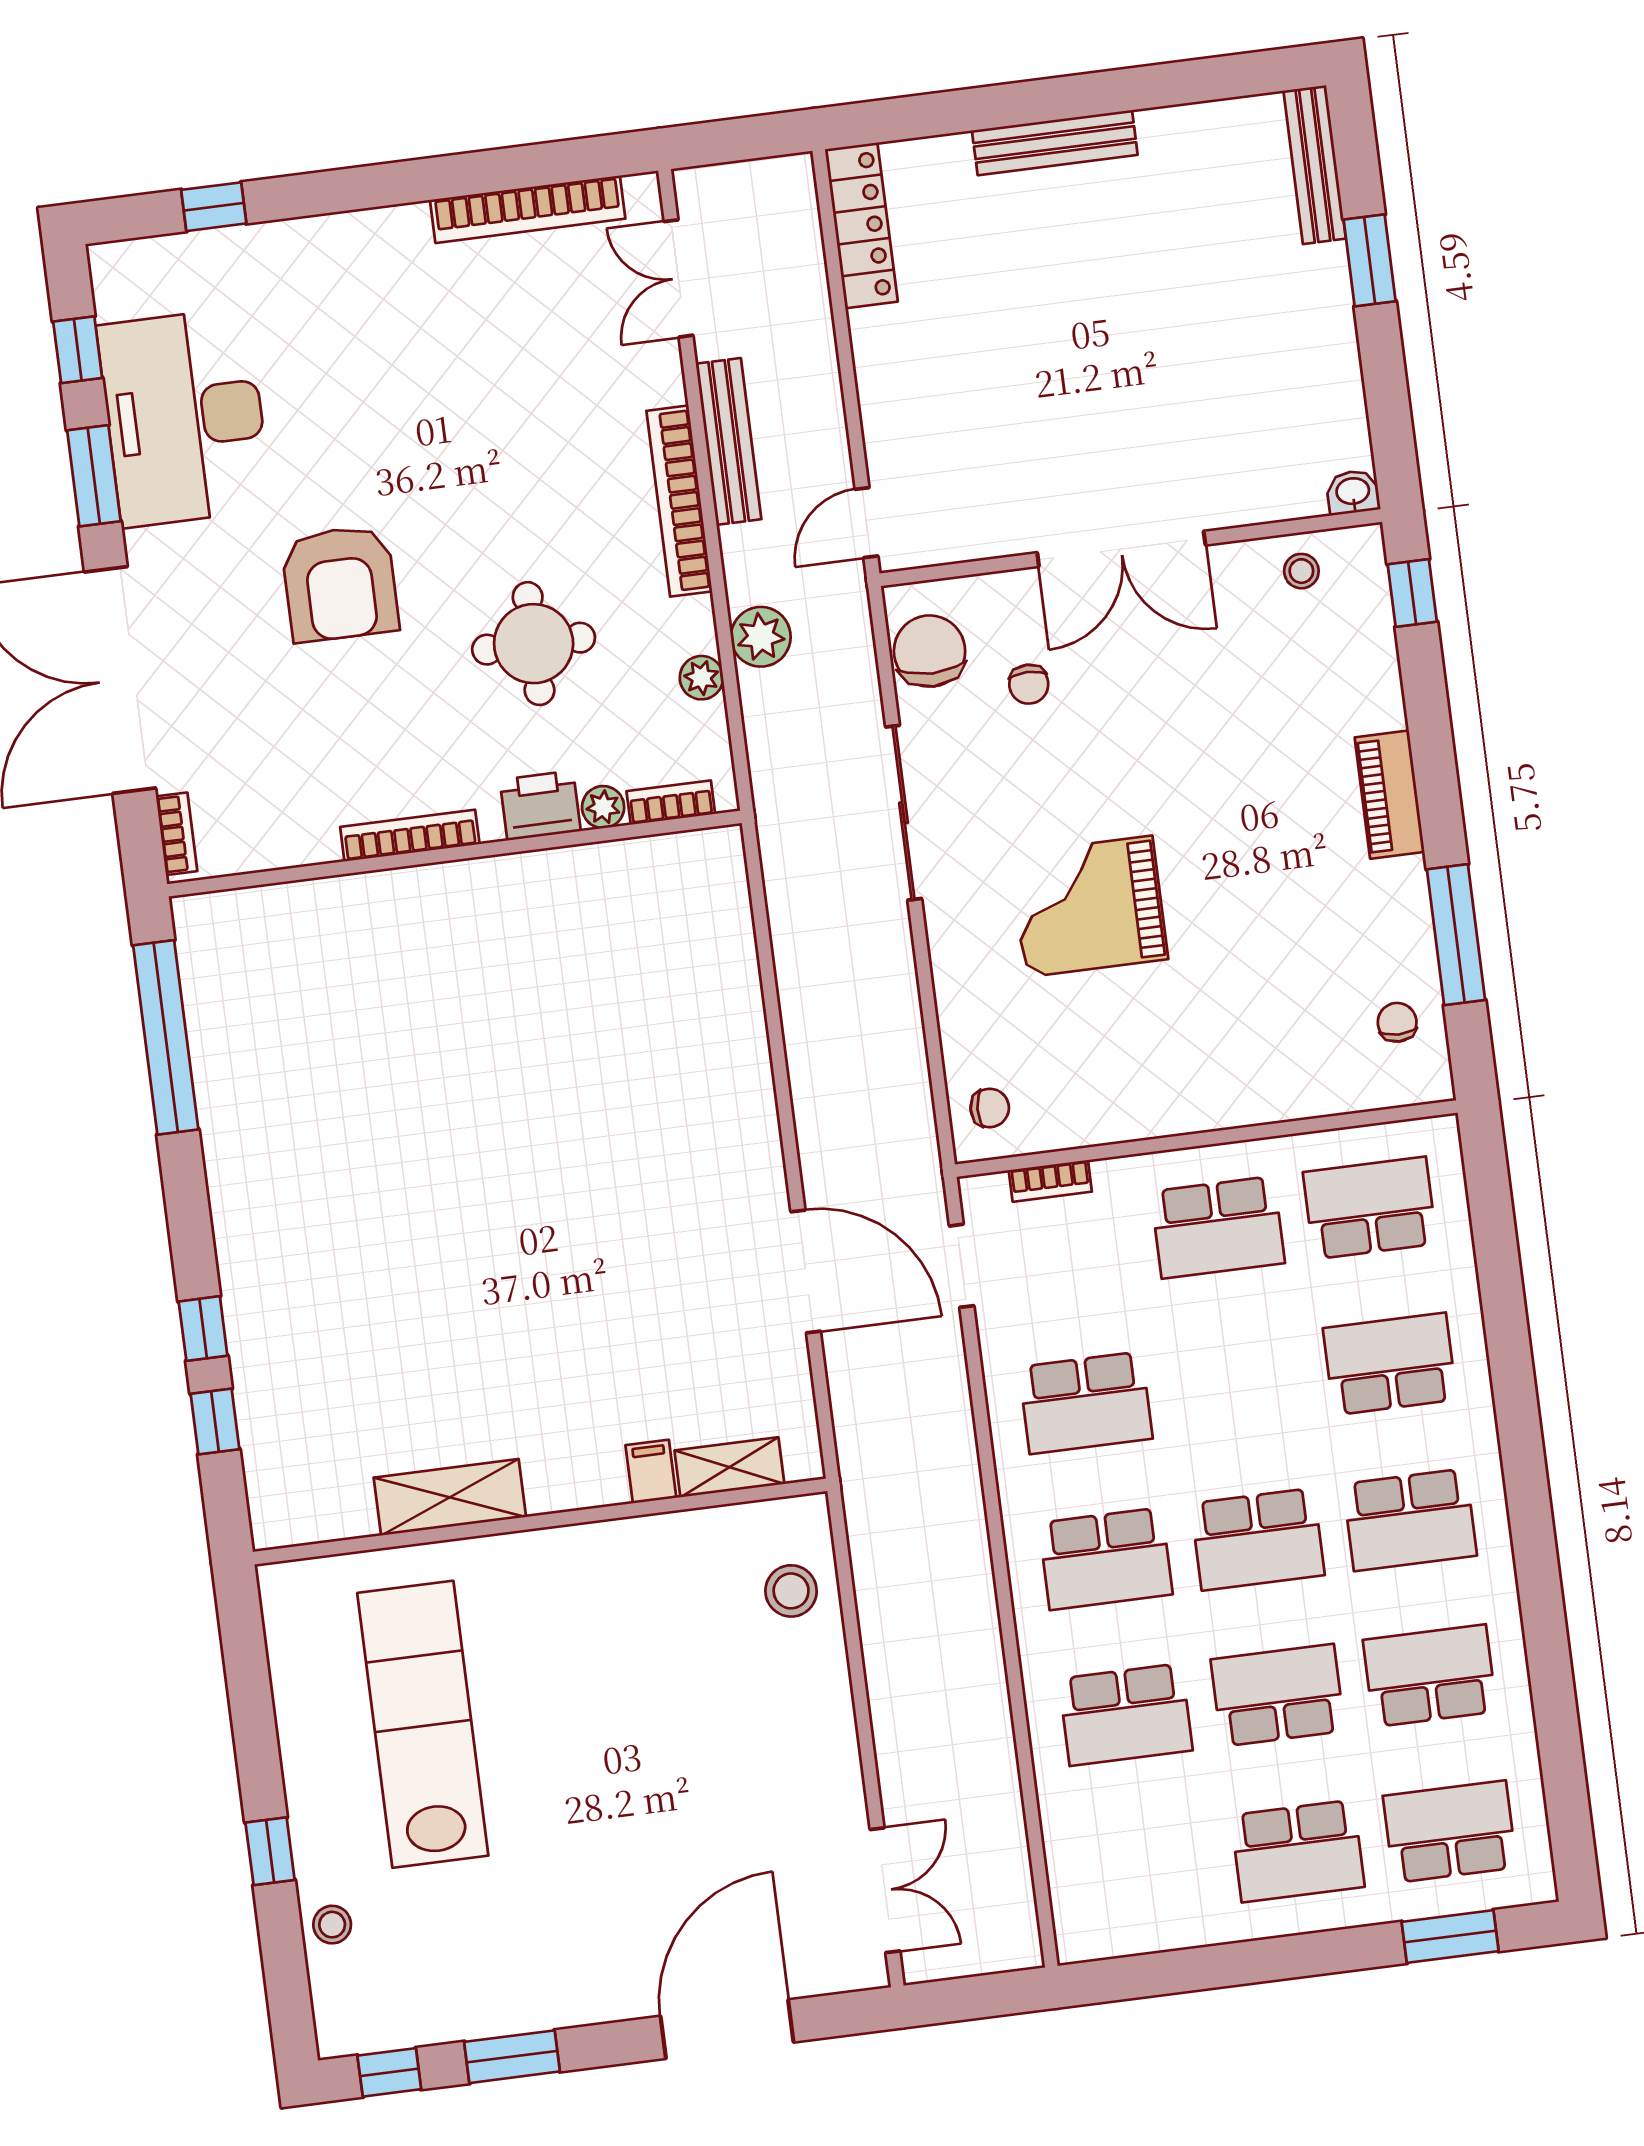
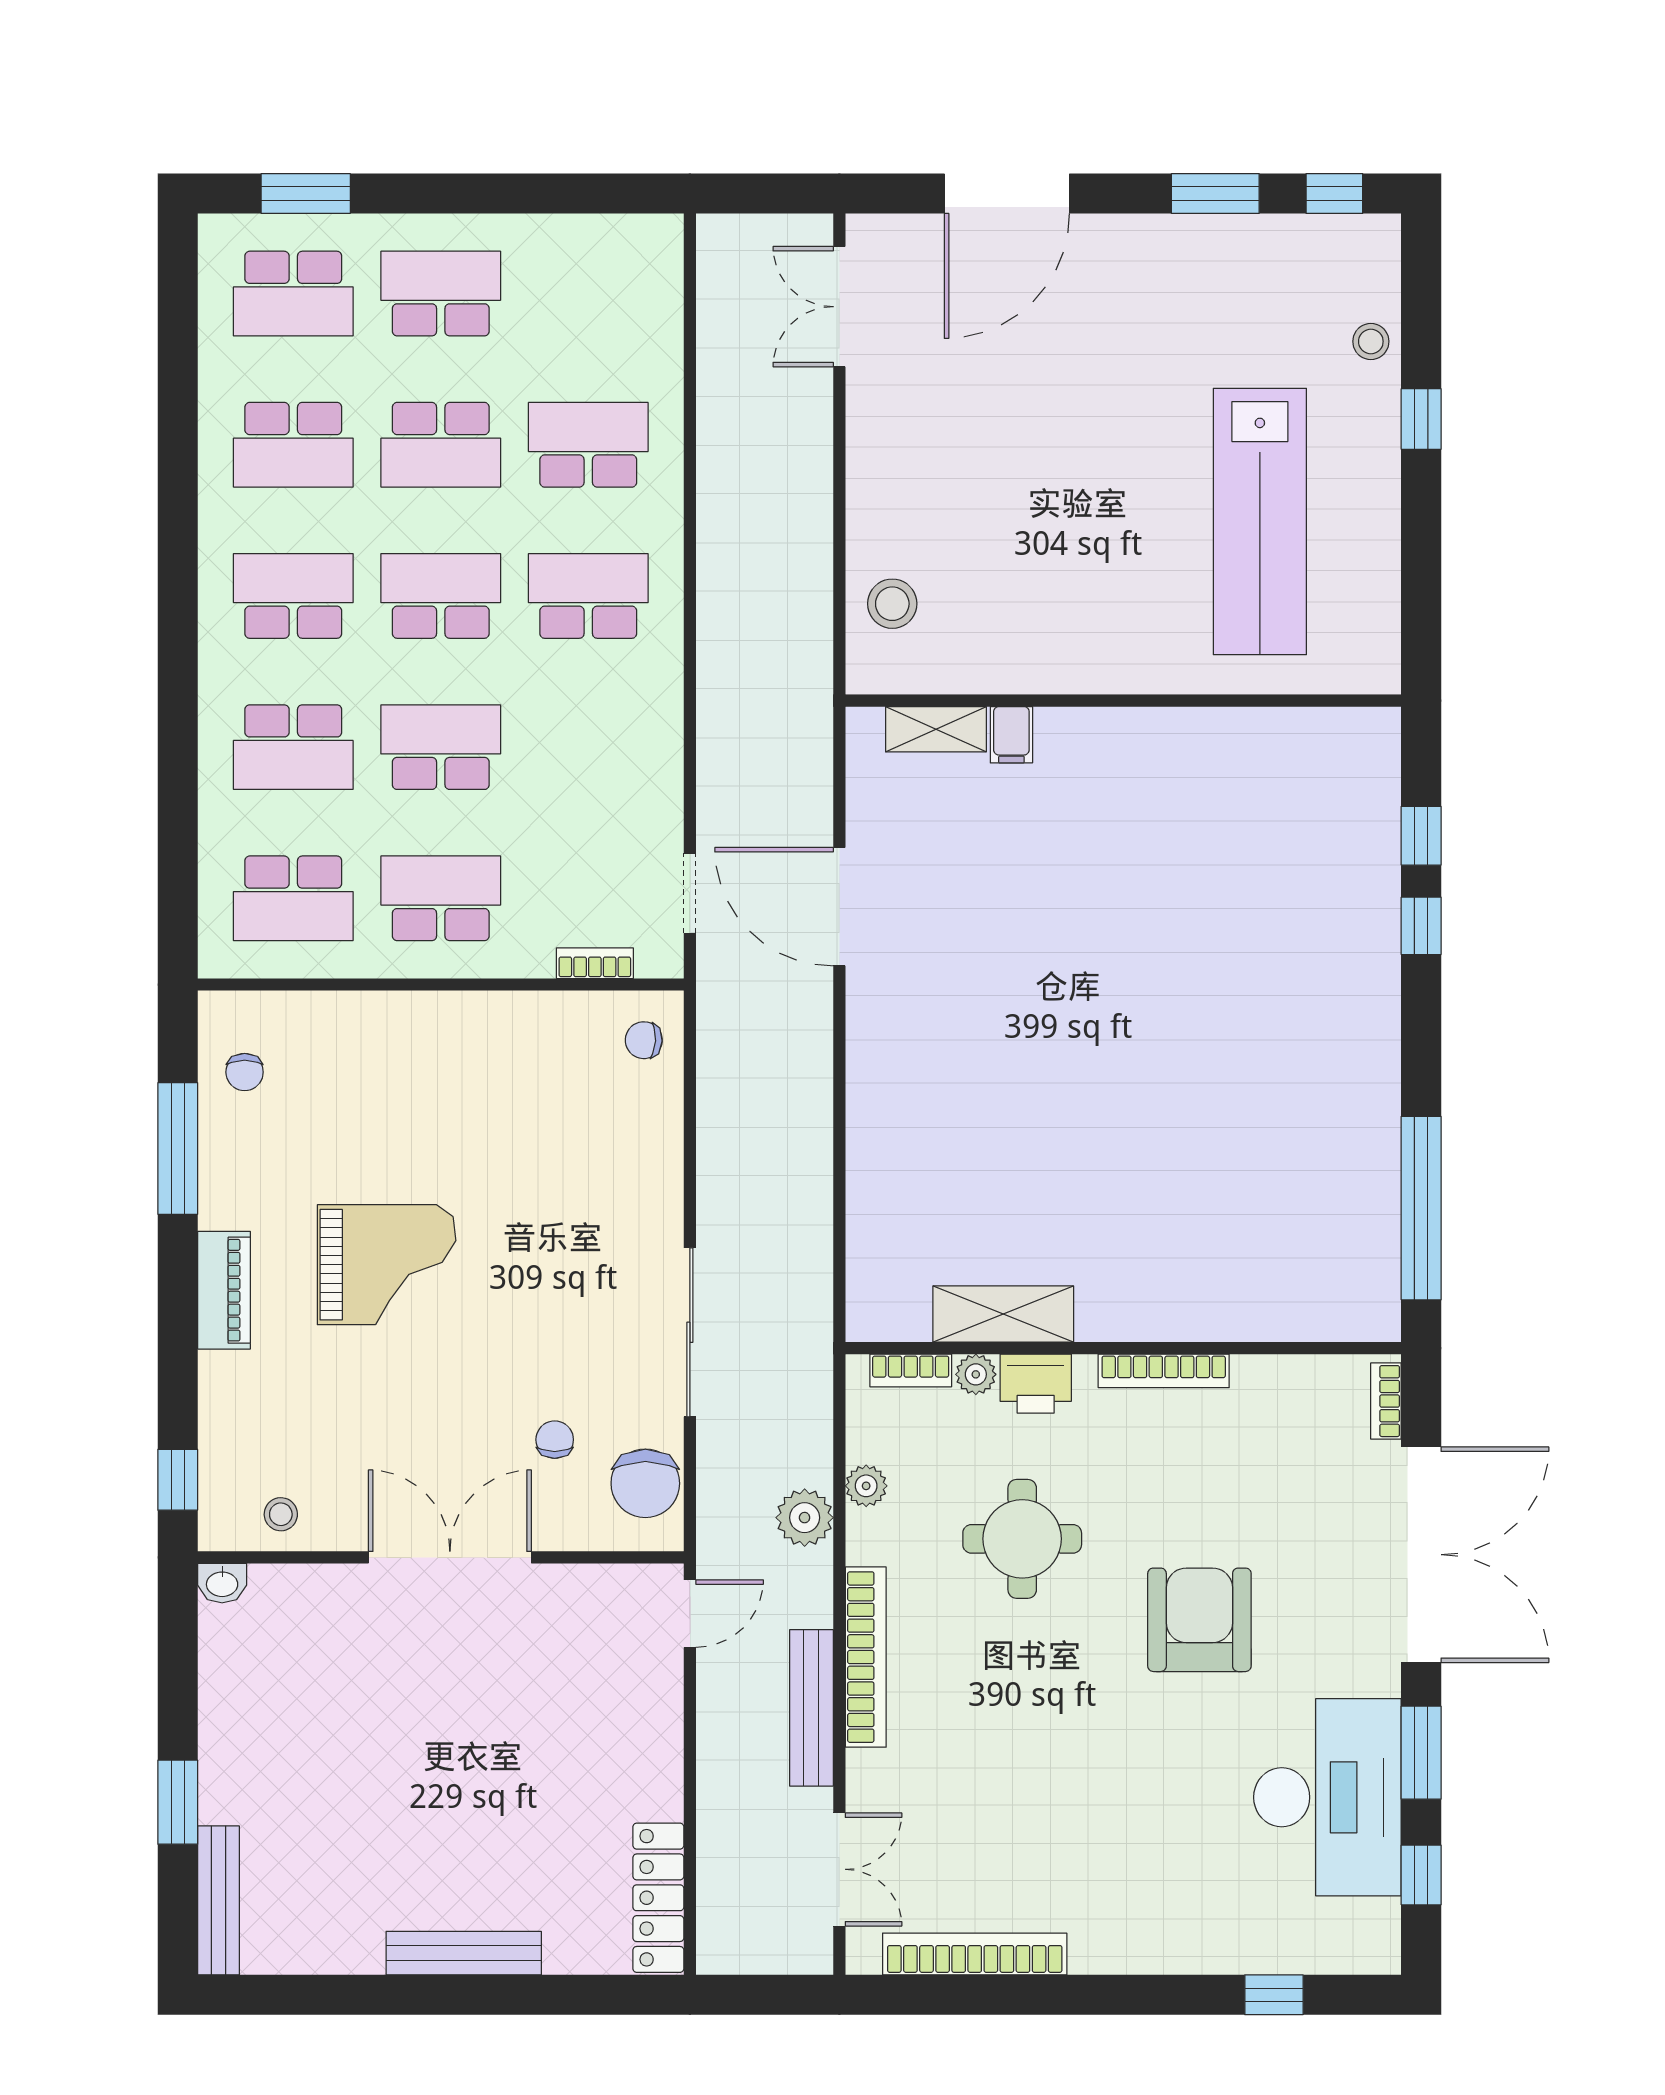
grand piano: (1089, 906) -> (387, 1265), moved
school desk: (1086, 1403) -> (441, 747), moved
shelving: (450, 1497) -> (1003, 1314), moved

